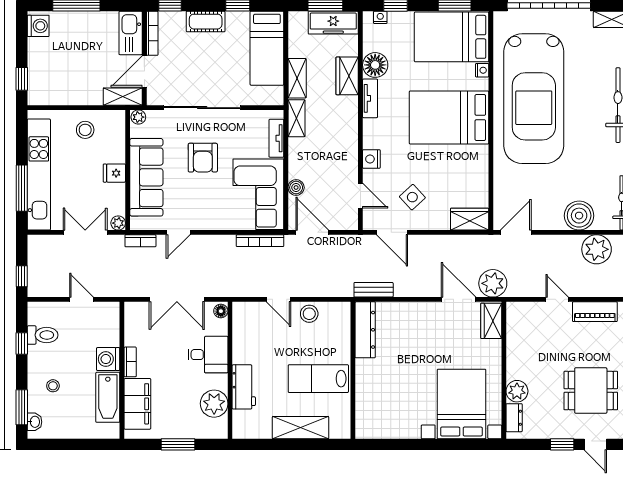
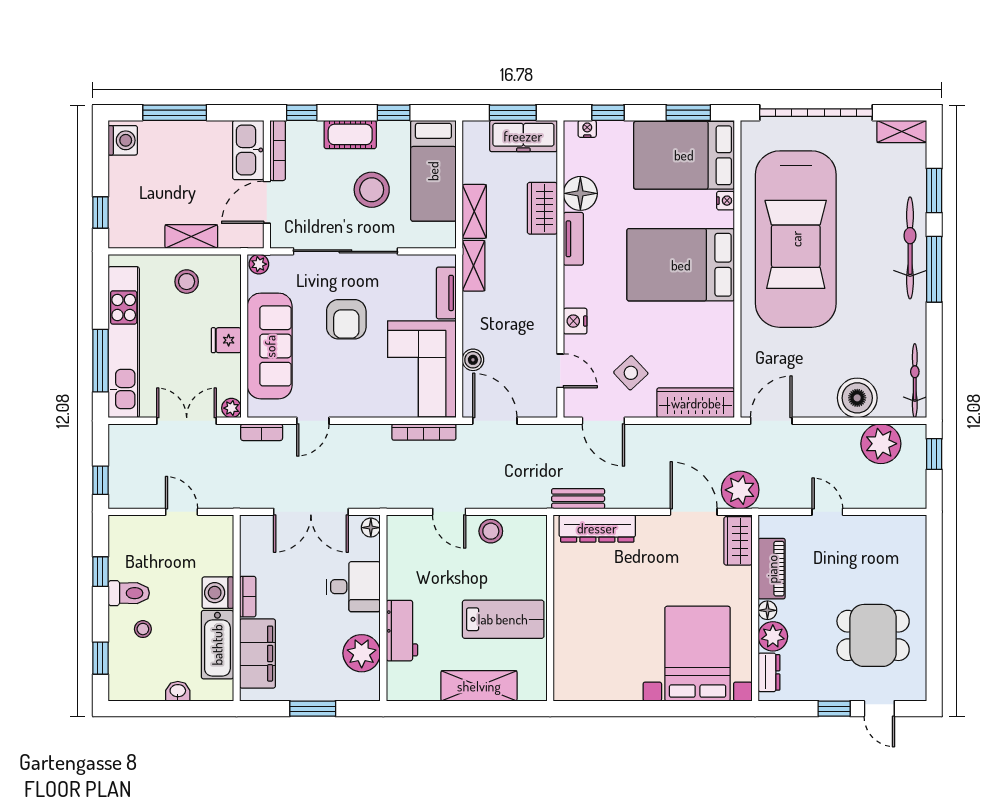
stool: (221, 62) -> (372, 190), added
shelving: (123, 97) -> (191, 236), moved
wardrobe: (470, 219) -> (696, 403), width x1.50
piano: (595, 312) -> (772, 569), moved, turned -90
dresser: (365, 330) -> (597, 528), moved, turned 90
toilet: (43, 335) -> (129, 593), moved
floor lamp: (513, 372) -> (767, 610), added
lab bench: (318, 379) -> (503, 619), turned 180
window: (22, 407) -> (100, 658), width x0.67
washbasin: (35, 422) -> (178, 691), moved, turned -90

